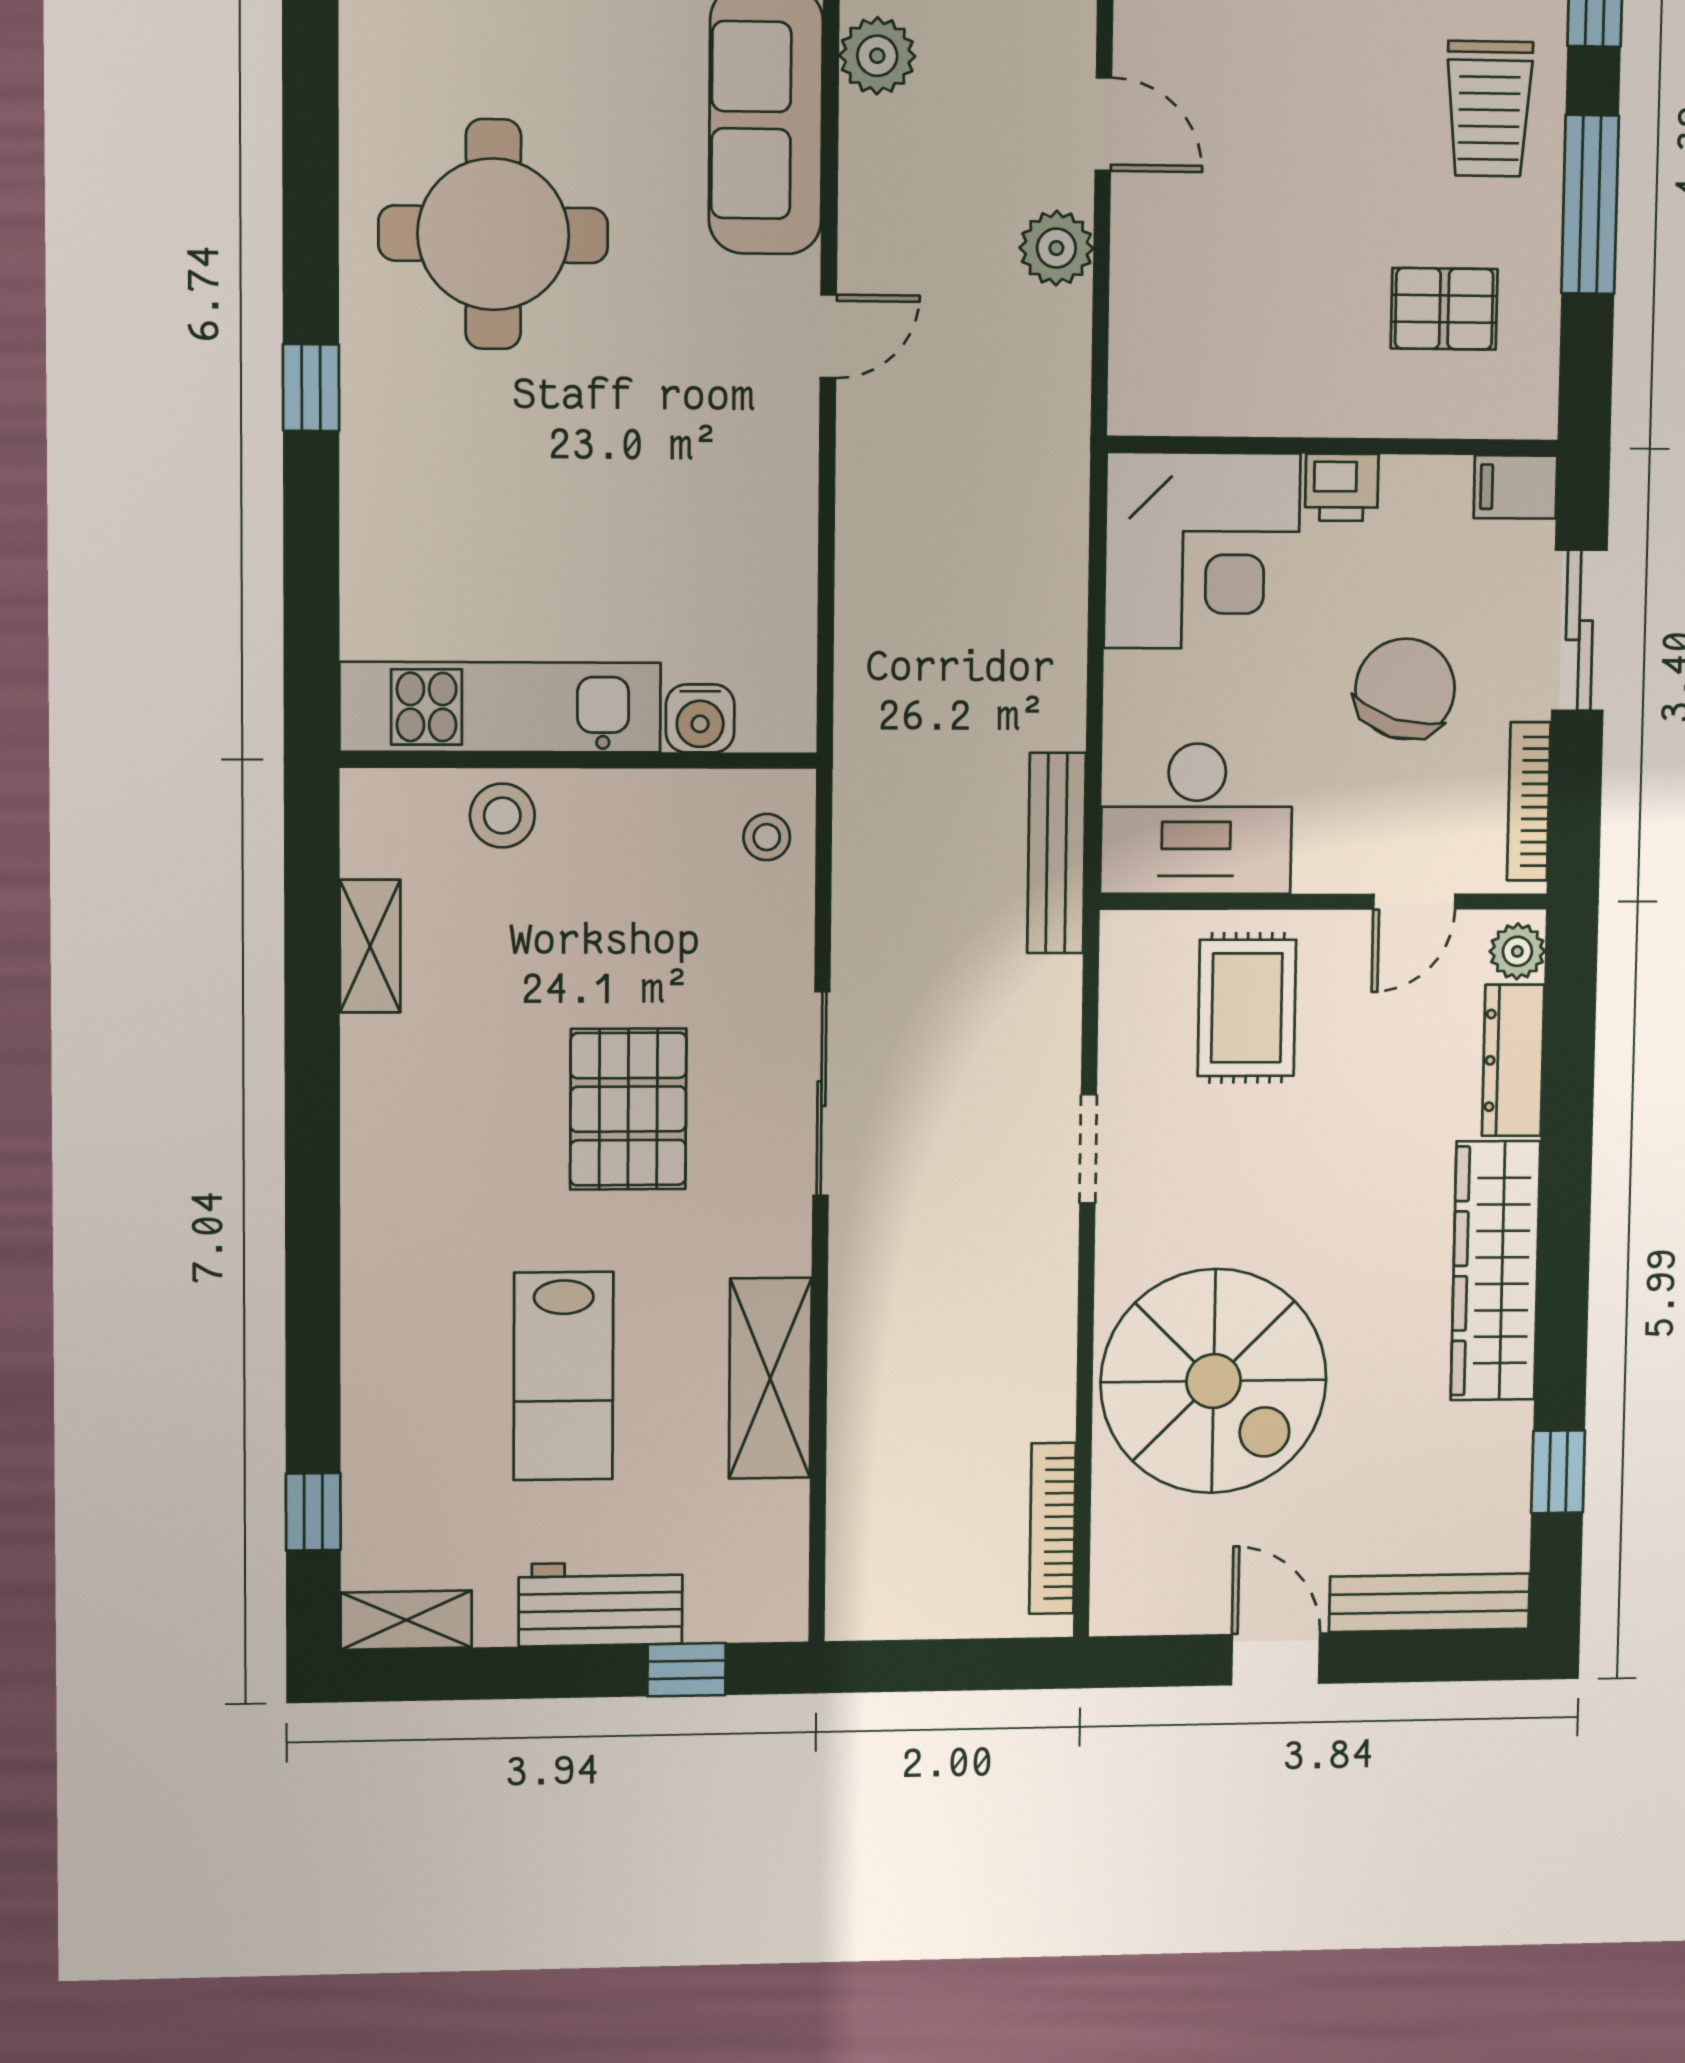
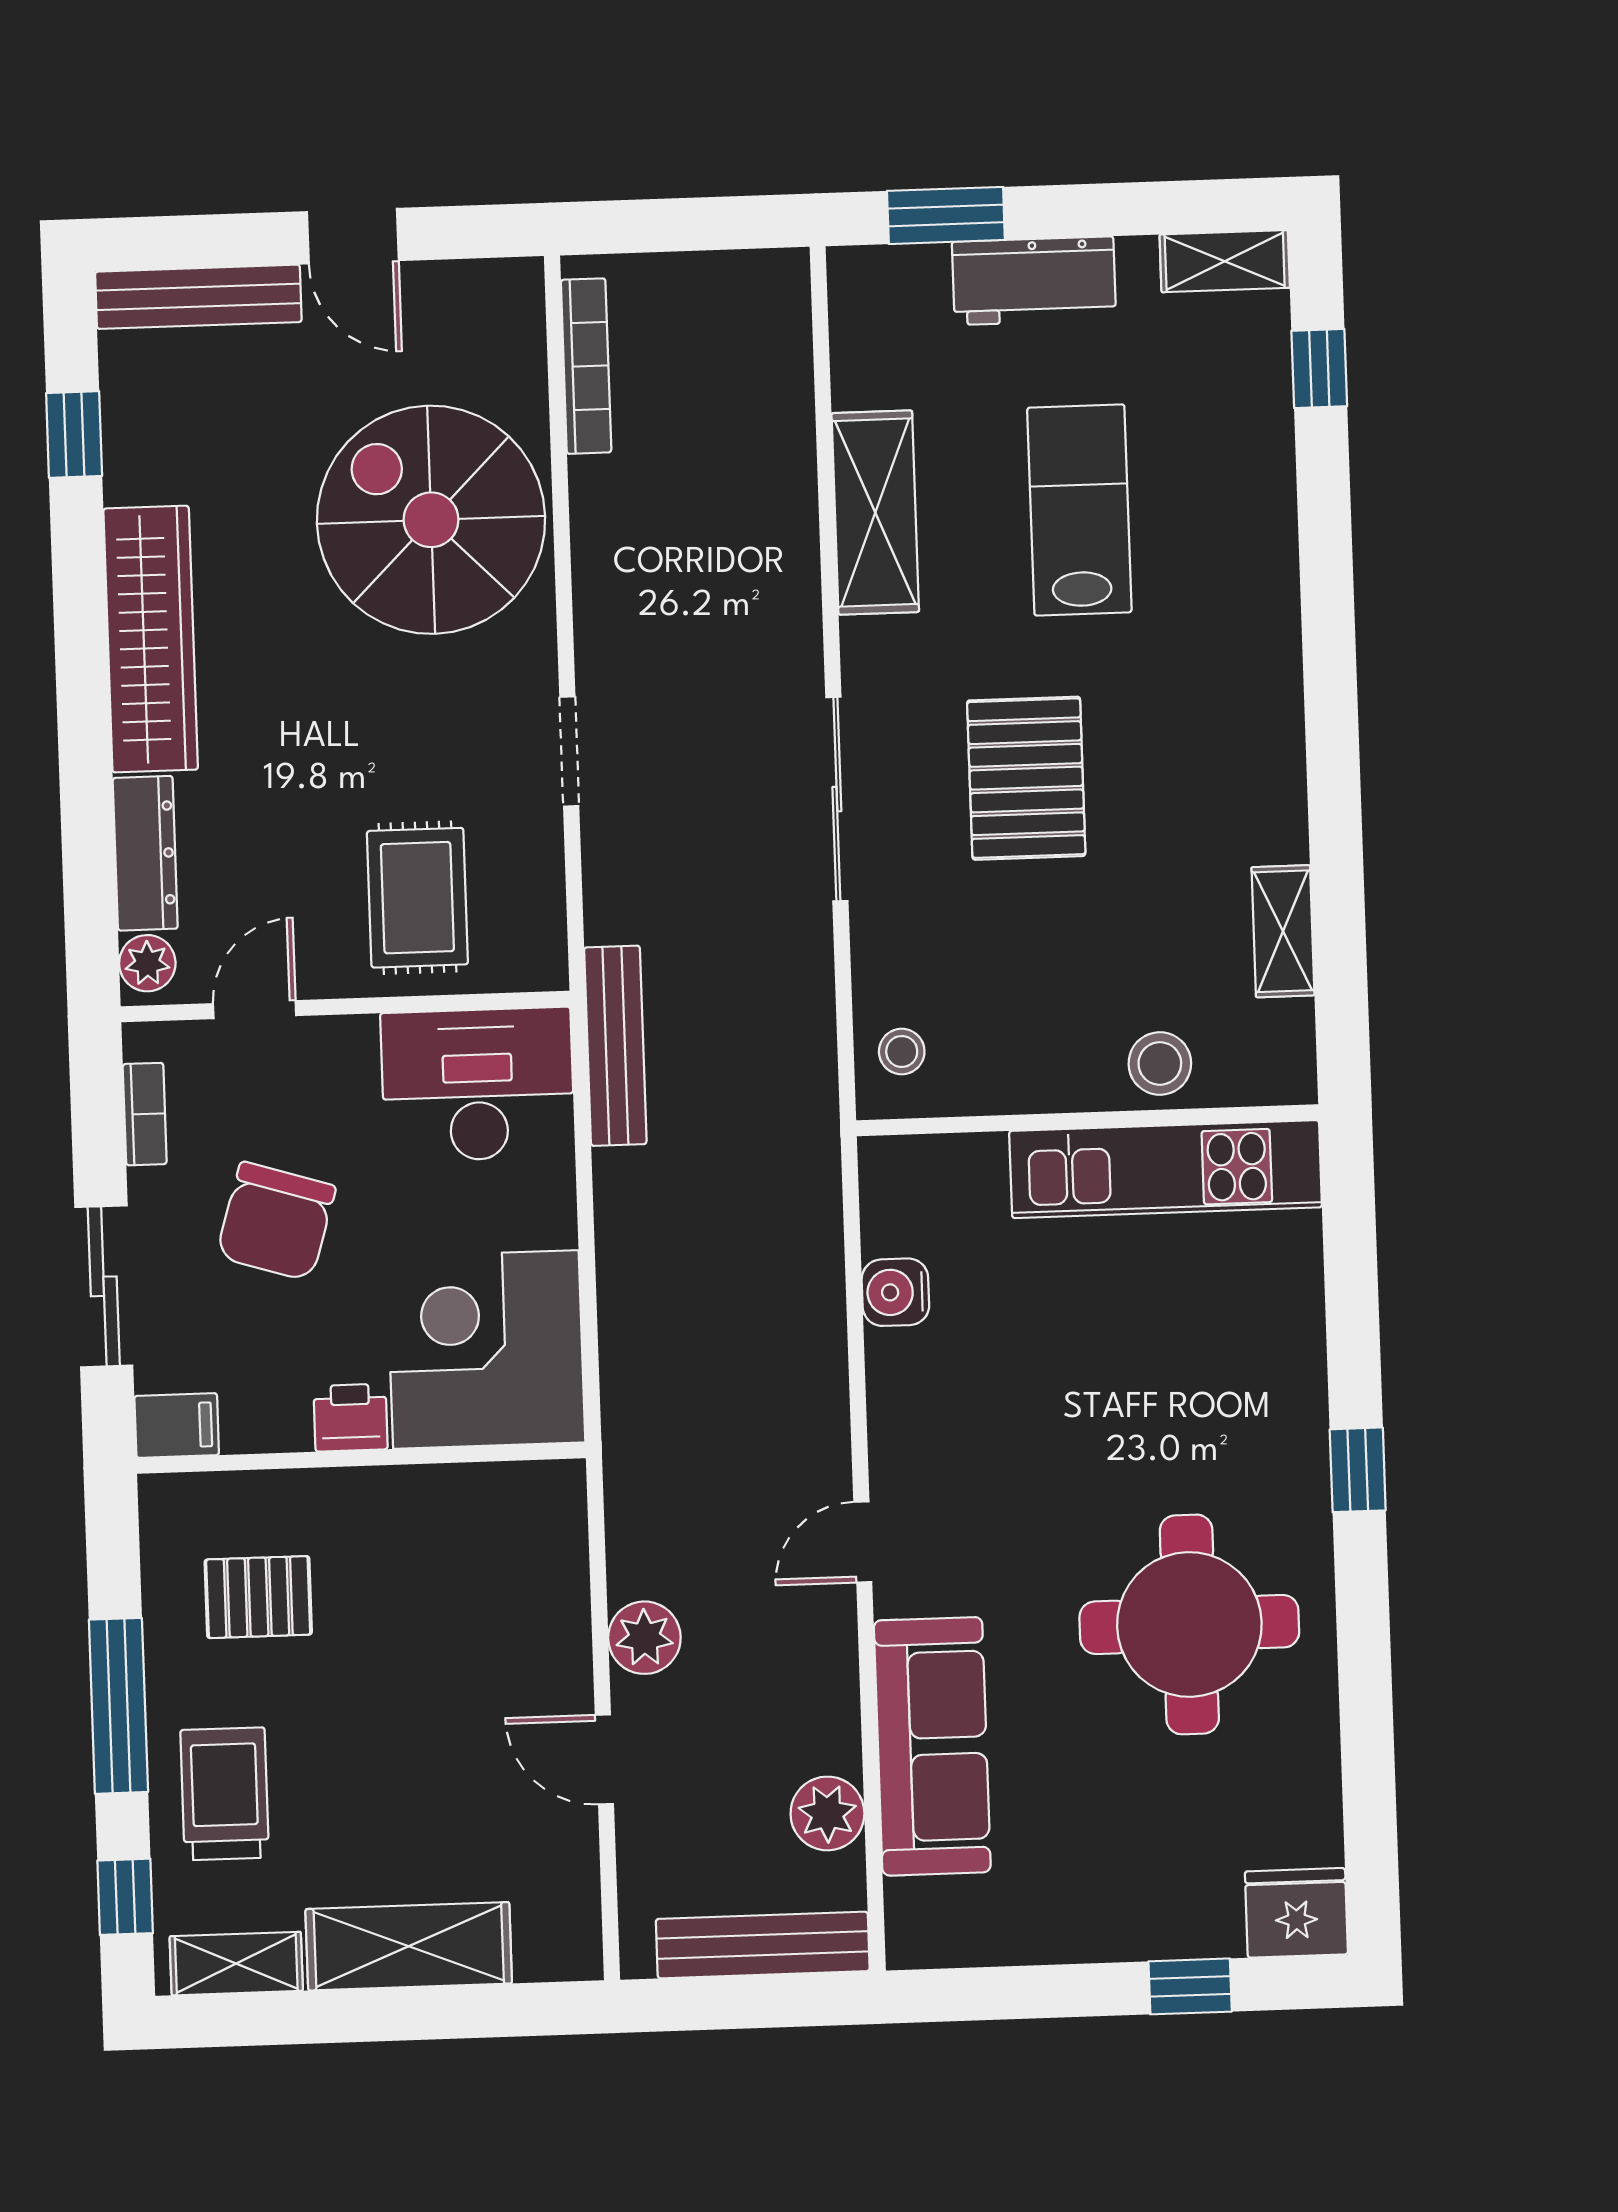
water cooler: (700, 718) -> (895, 1292), moved, turned -90
bookcase: (1529, 801) -> (145, 1114), width x0.64
window: (687, 1670) -> (946, 215), width x1.50

